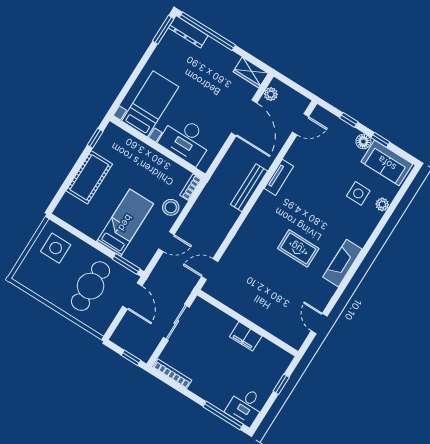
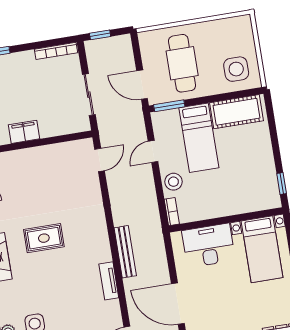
cot: (89, 177) -> (236, 112), moved, turned 90

